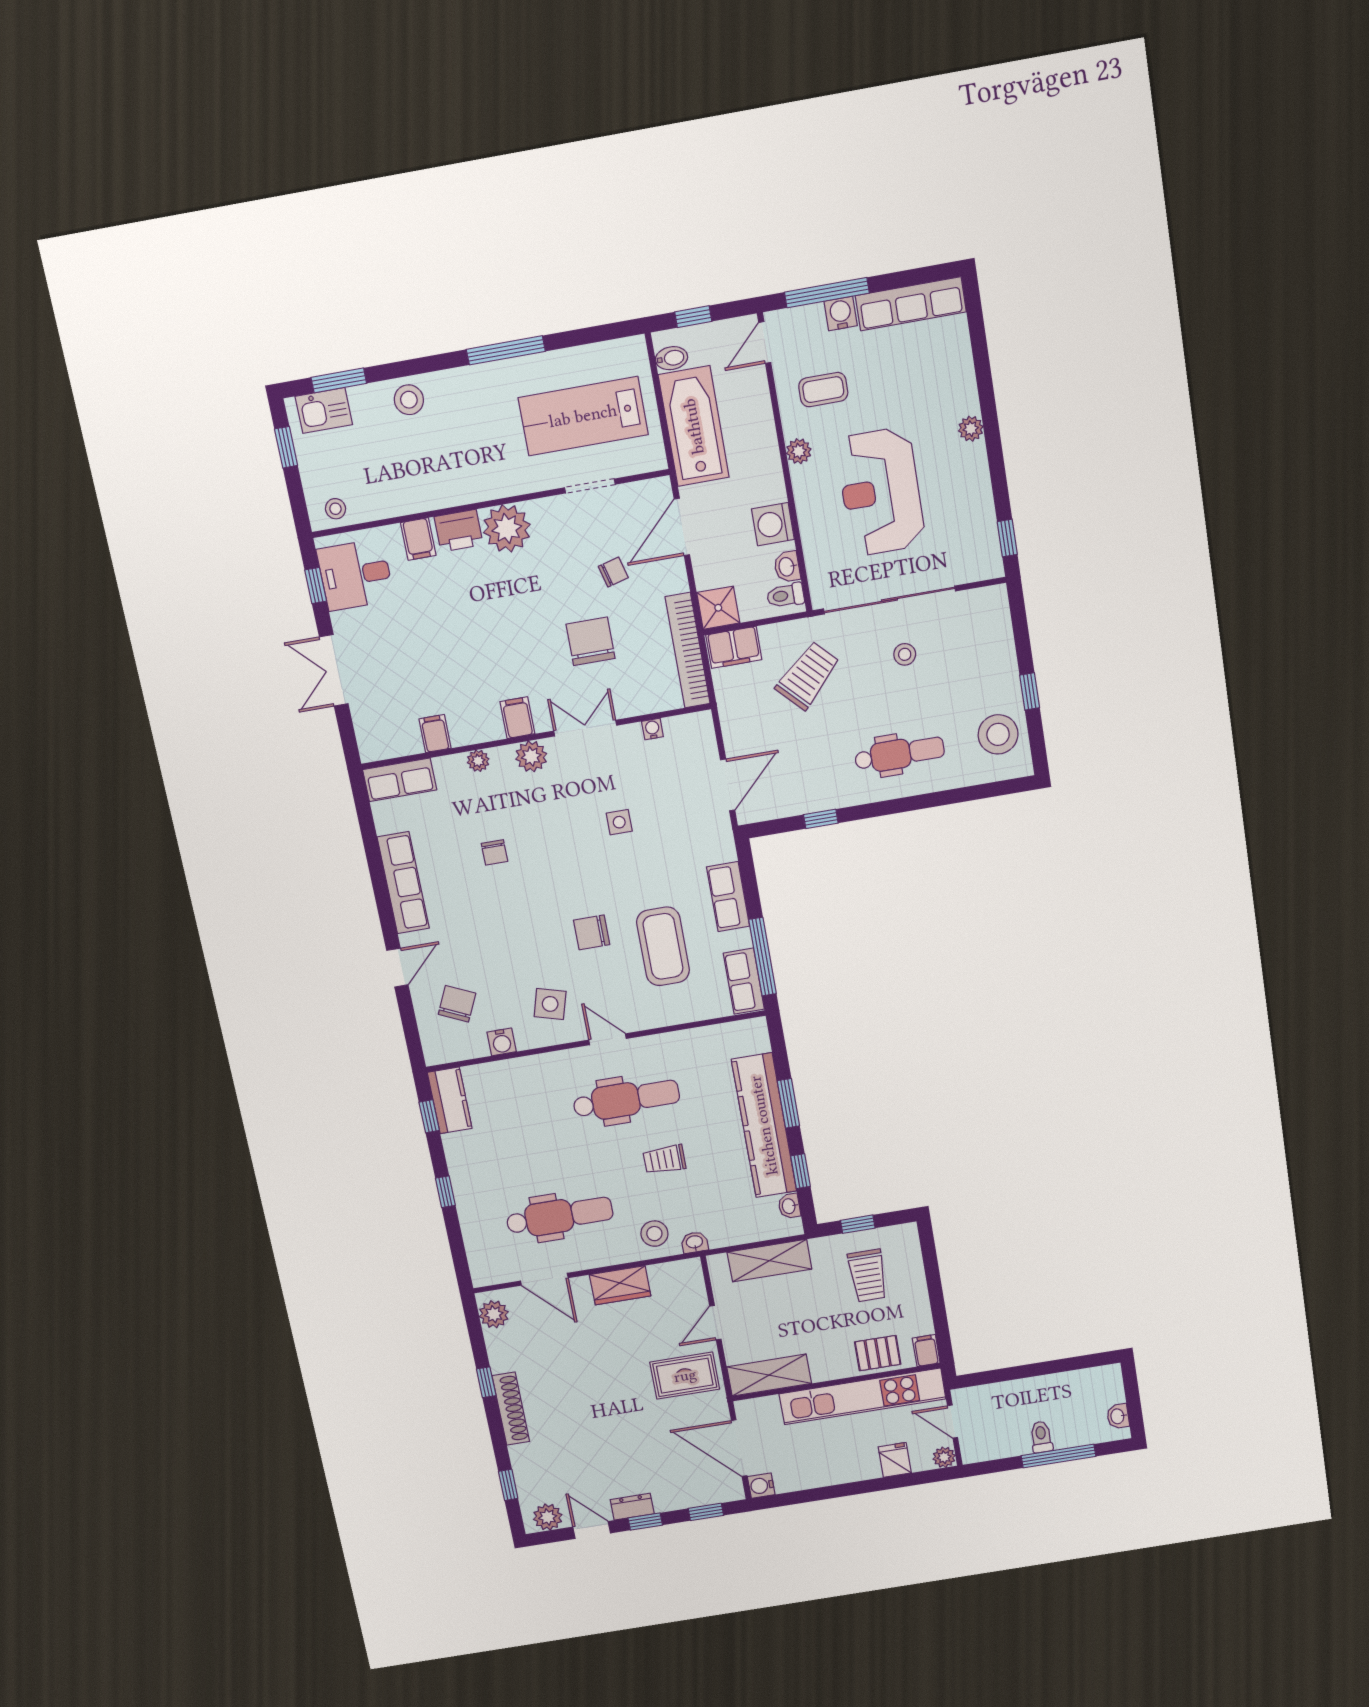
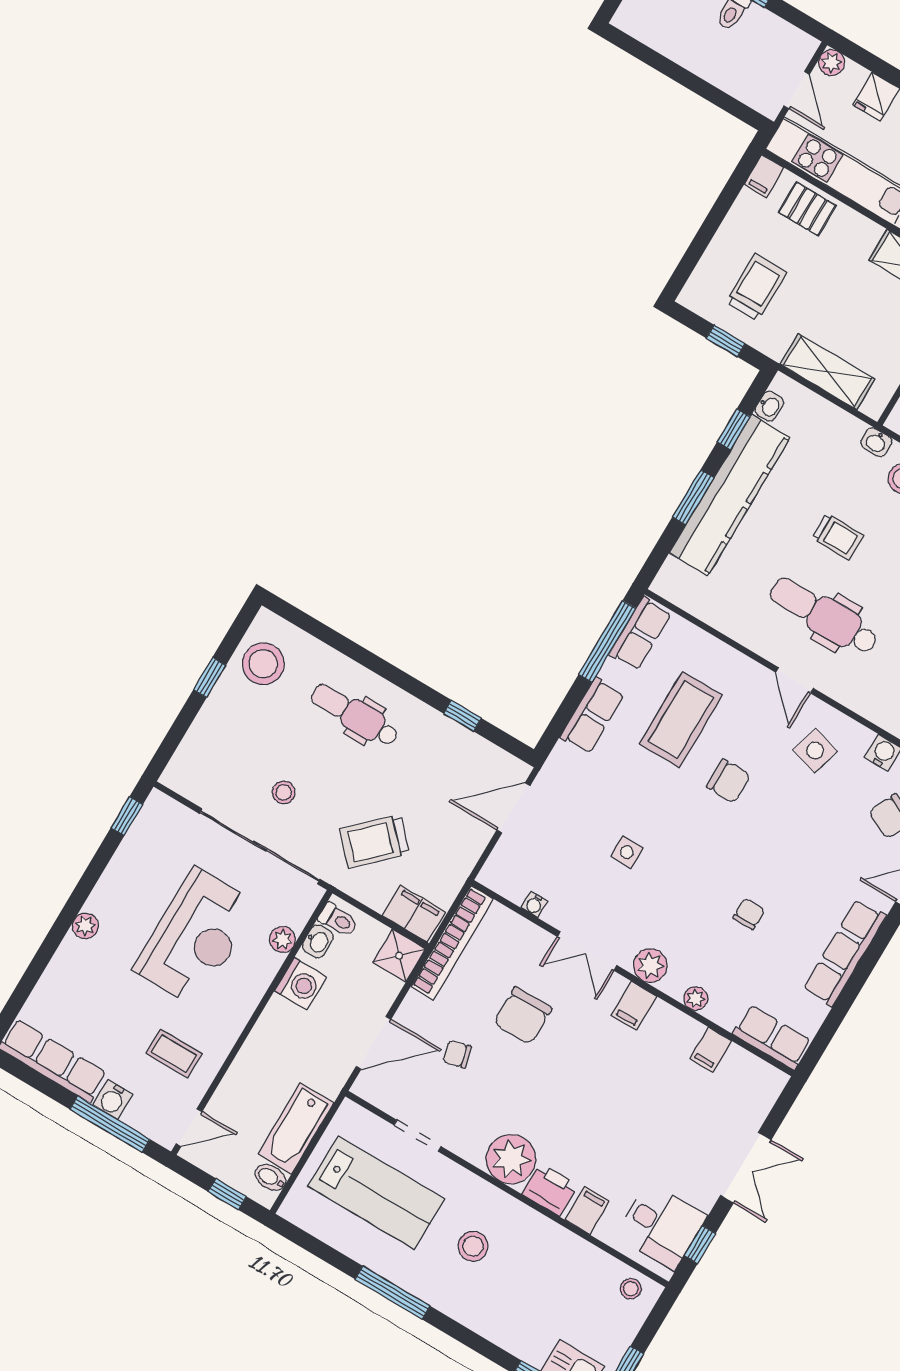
stool: (409, 400) -> (473, 1246), moved
bathtub: (694, 426) -> (296, 1128), width x0.73, depth x0.73
plant: (799, 451) -> (283, 939), moved

